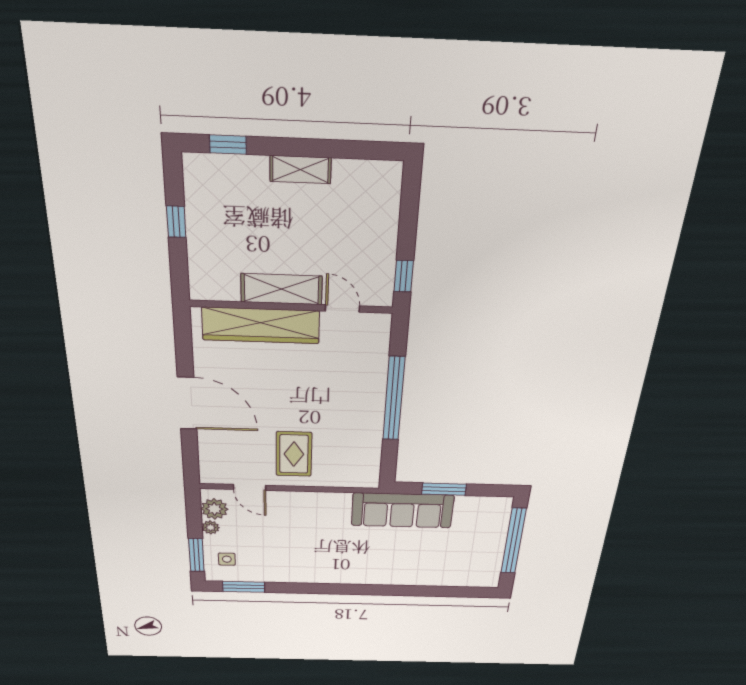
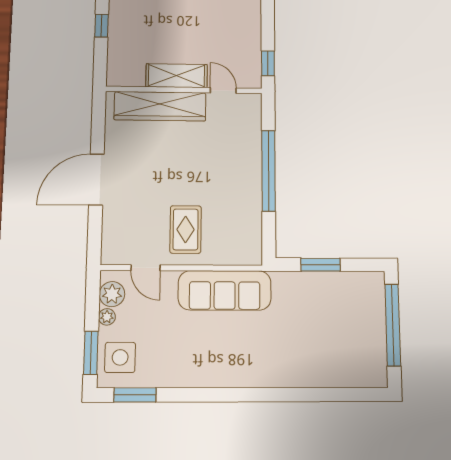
door: (187, 403) -> (96, 180), swing flipped
sofa: (402, 510) -> (225, 290), moved
side table: (227, 559) -> (120, 357), width x1.87, depth x1.87

